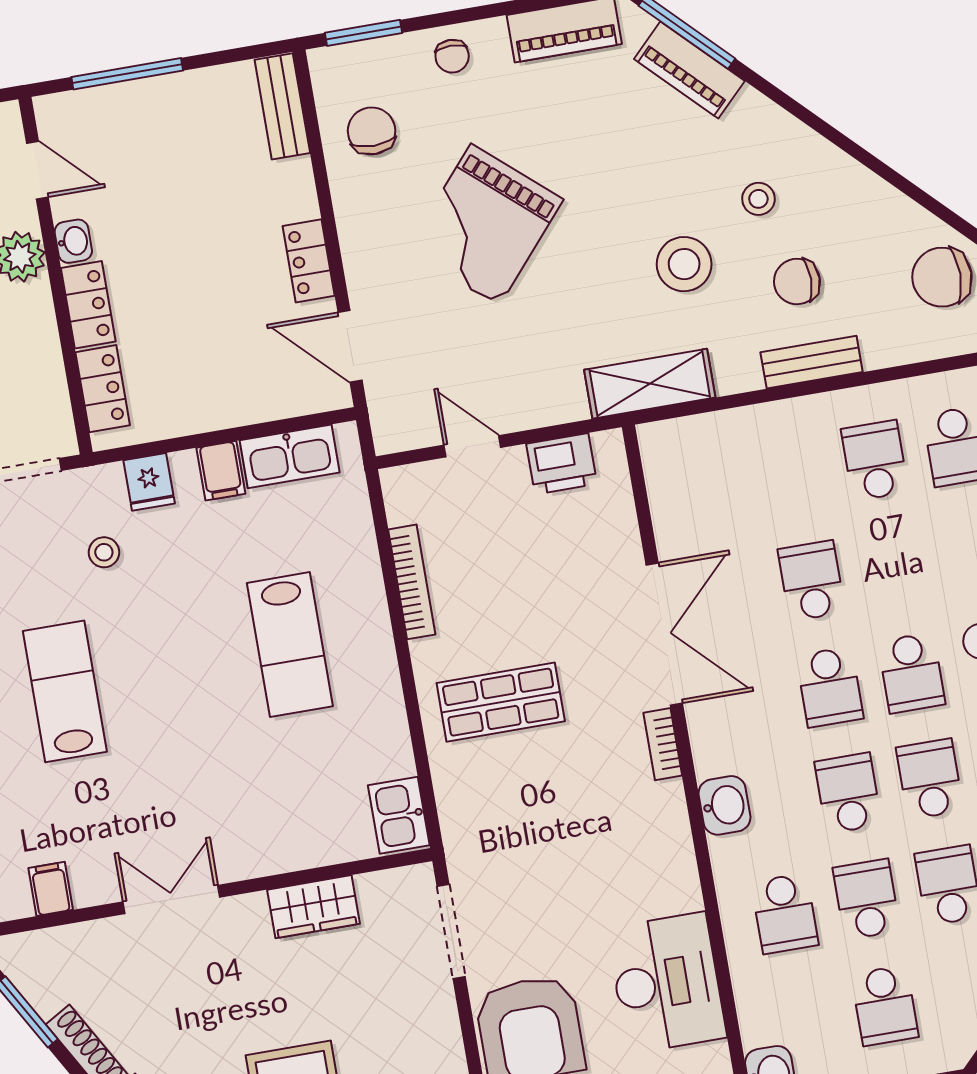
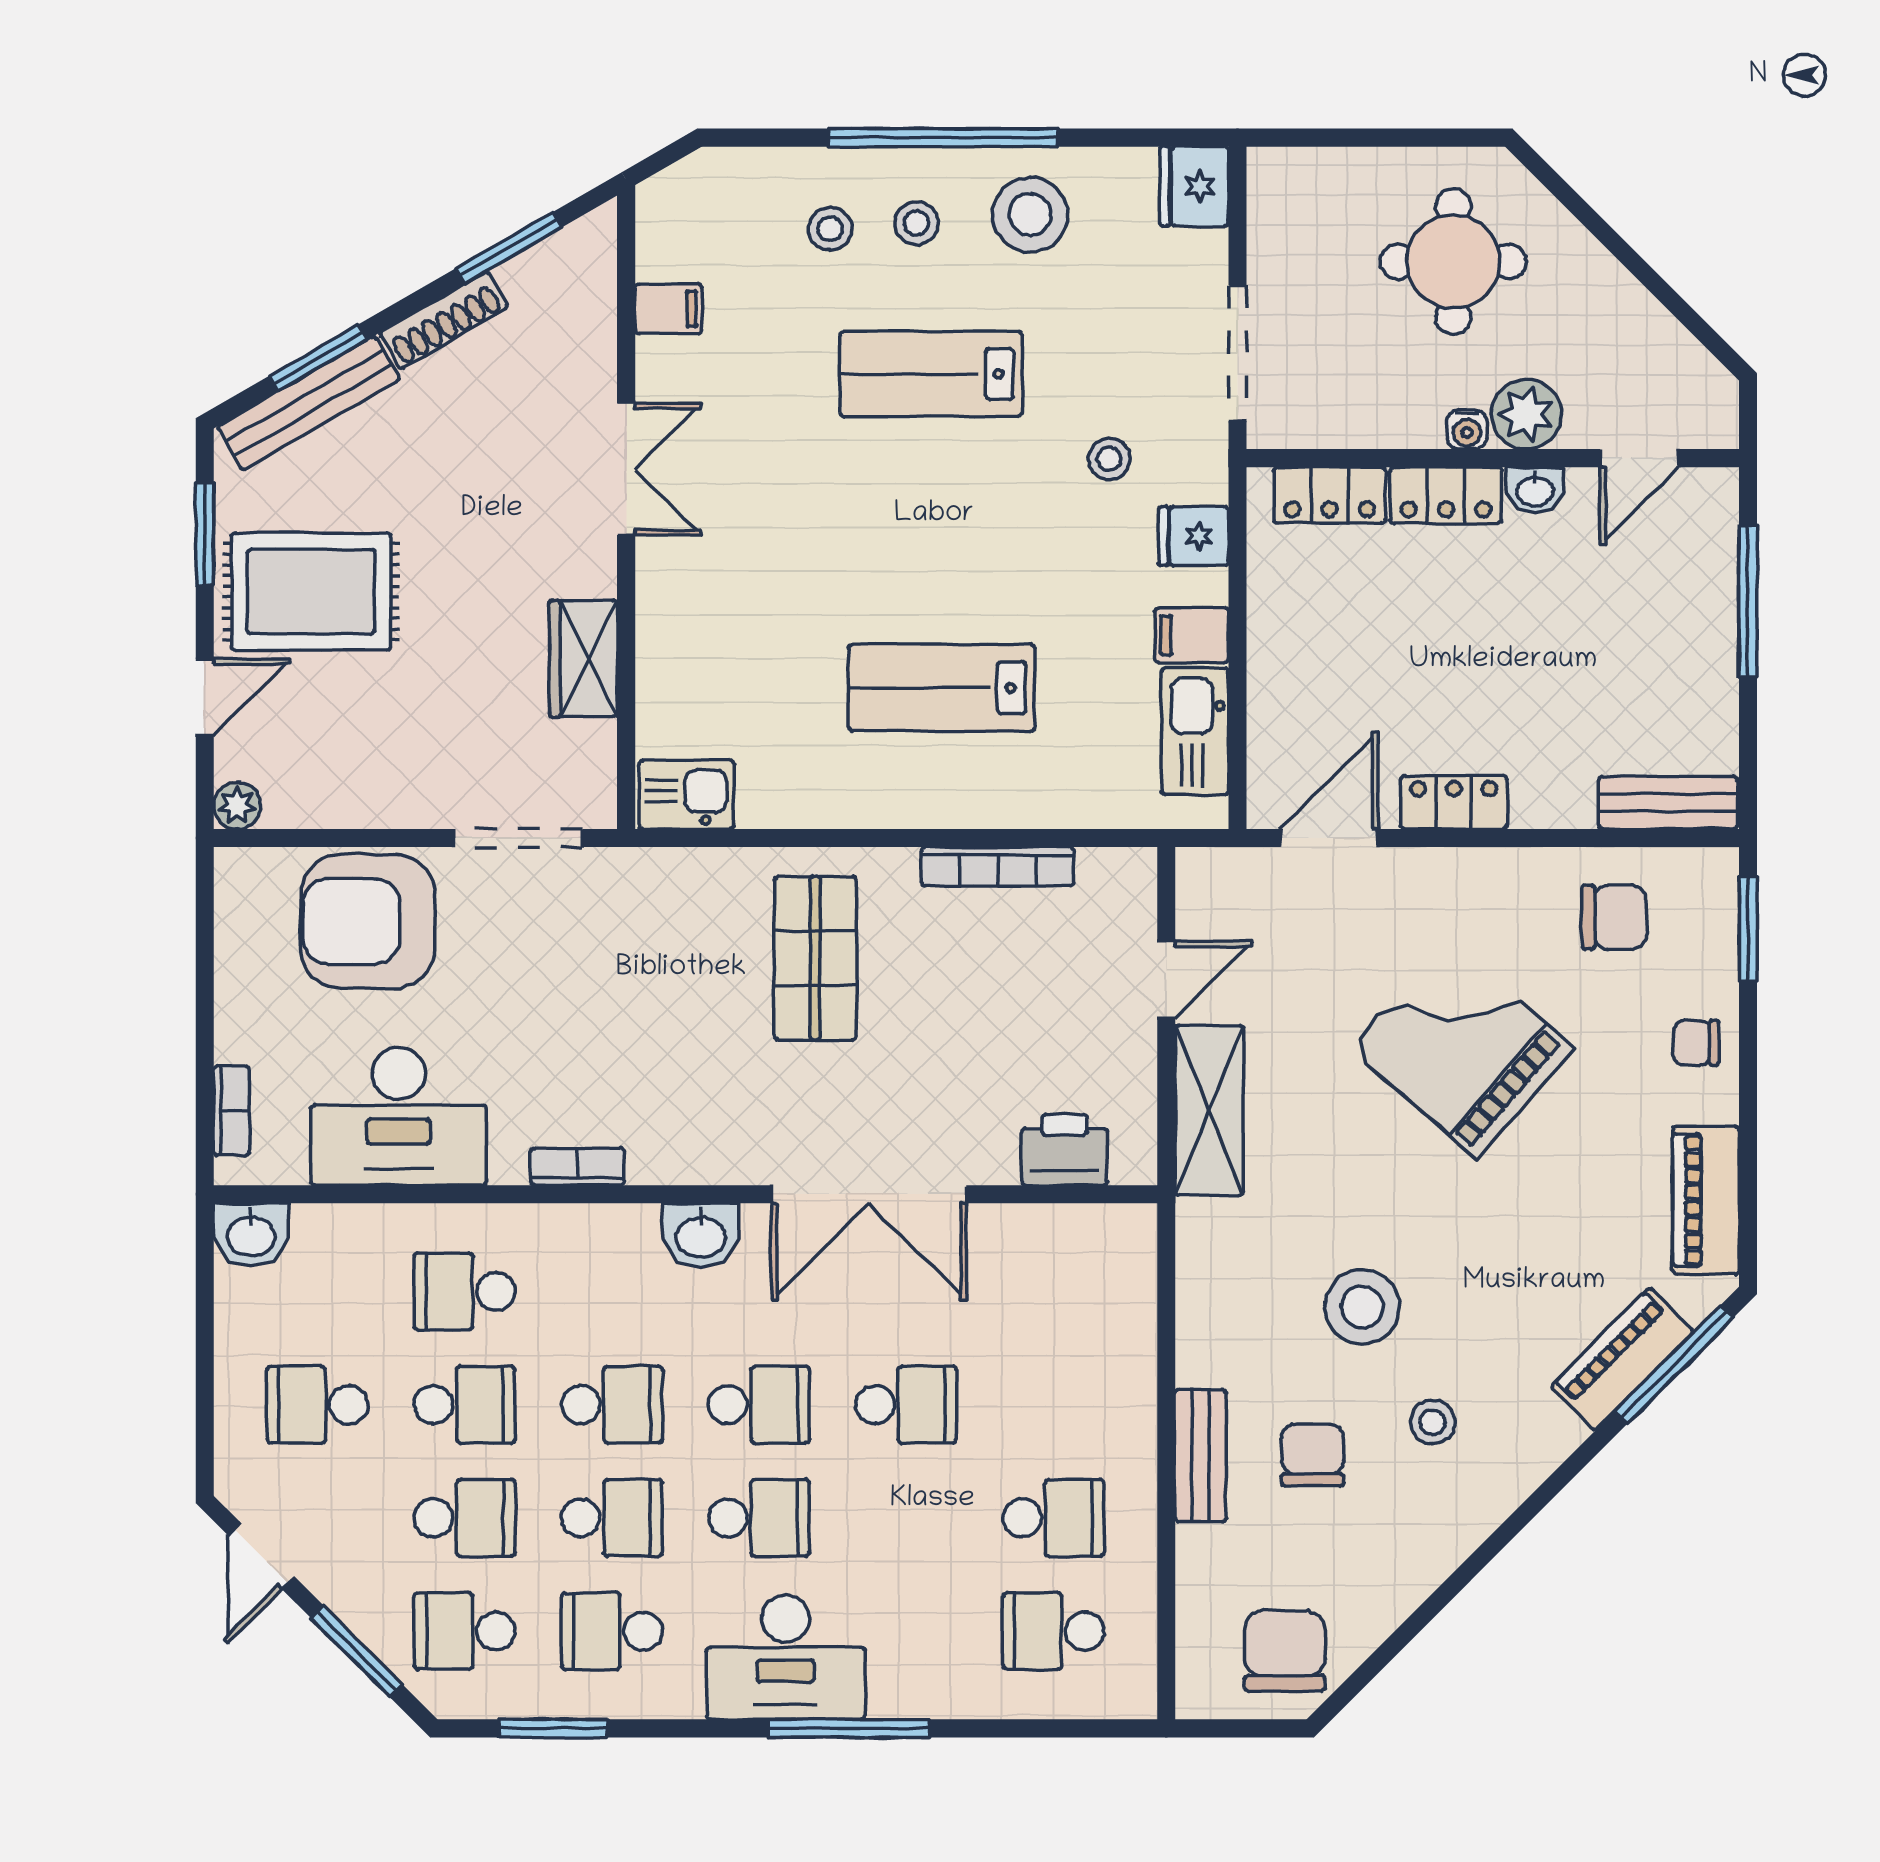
water cooler: (38, 298) -> (1467, 429), added
shelving: (650, 384) -> (1209, 1110), moved
printer: (562, 464) -> (1064, 1150), moved, turned 90
school desk: (911, 673) -> (759, 1518), turned 180
school desk: (830, 687) -> (759, 1405), turned 180
lab bench: (65, 691) -> (931, 374), turned 180
bookcase: (663, 744) -> (577, 1167), moved
washbasin: (725, 805) -> (701, 1235), moved

